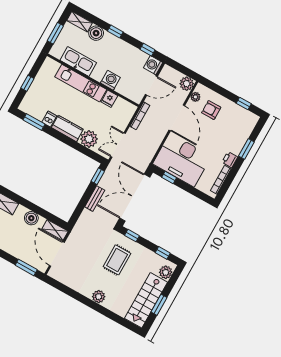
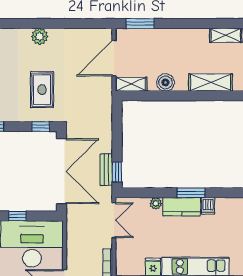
window: (34, 122) -> (191, 193), moved
plant: (89, 139) -> (156, 203), width x0.53, depth x0.53
window: (169, 177) -> (17, 216), moved
bench: (95, 199) -> (106, 170), moved
door: (57, 254) -> (114, 58), swing flipped

